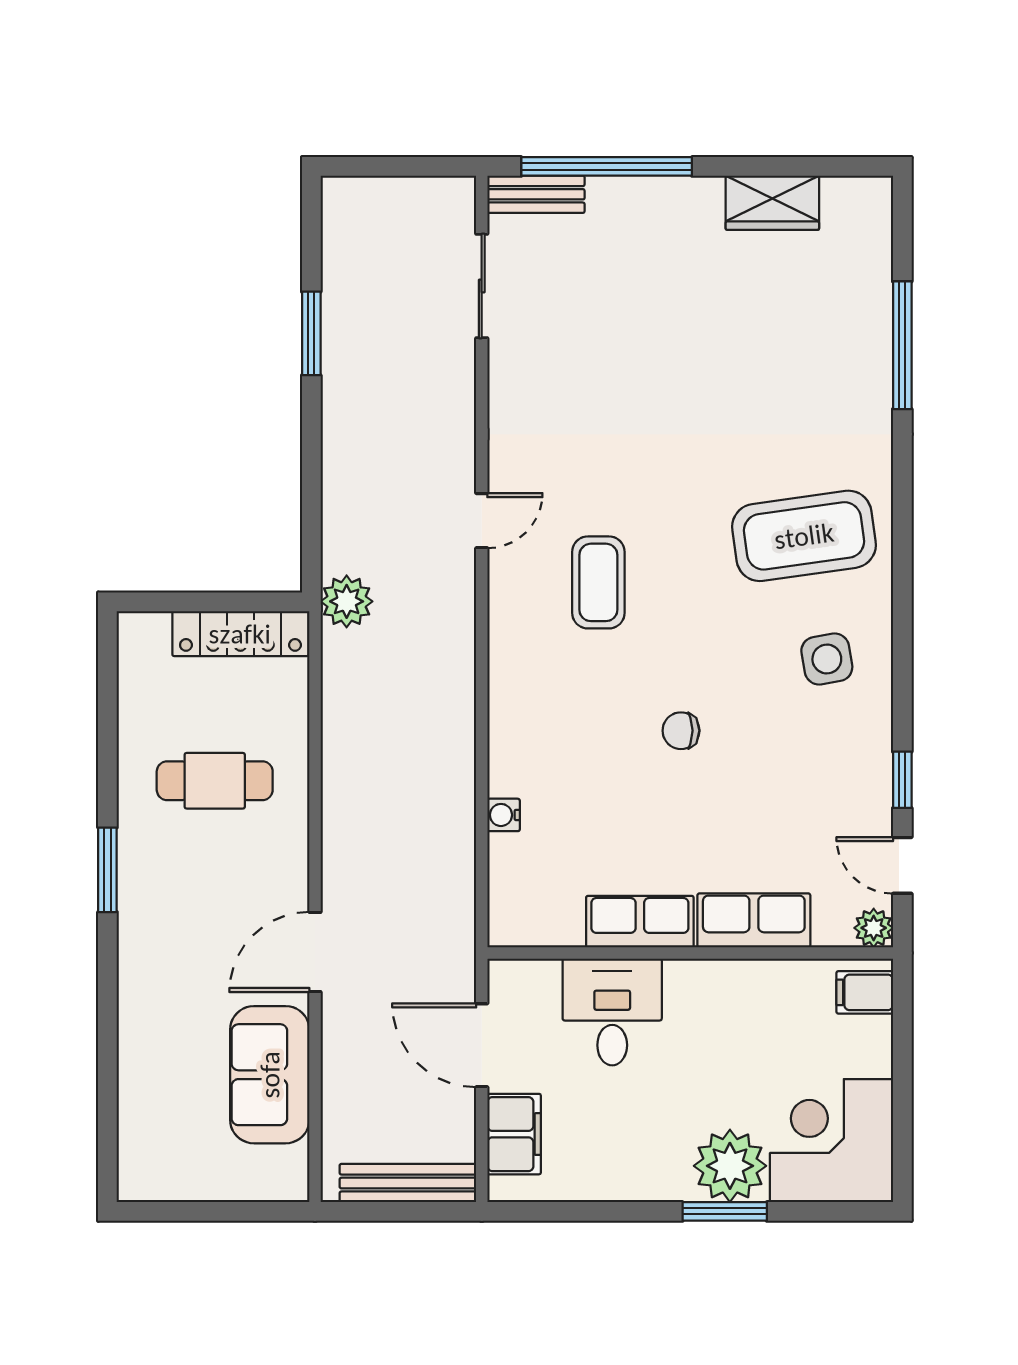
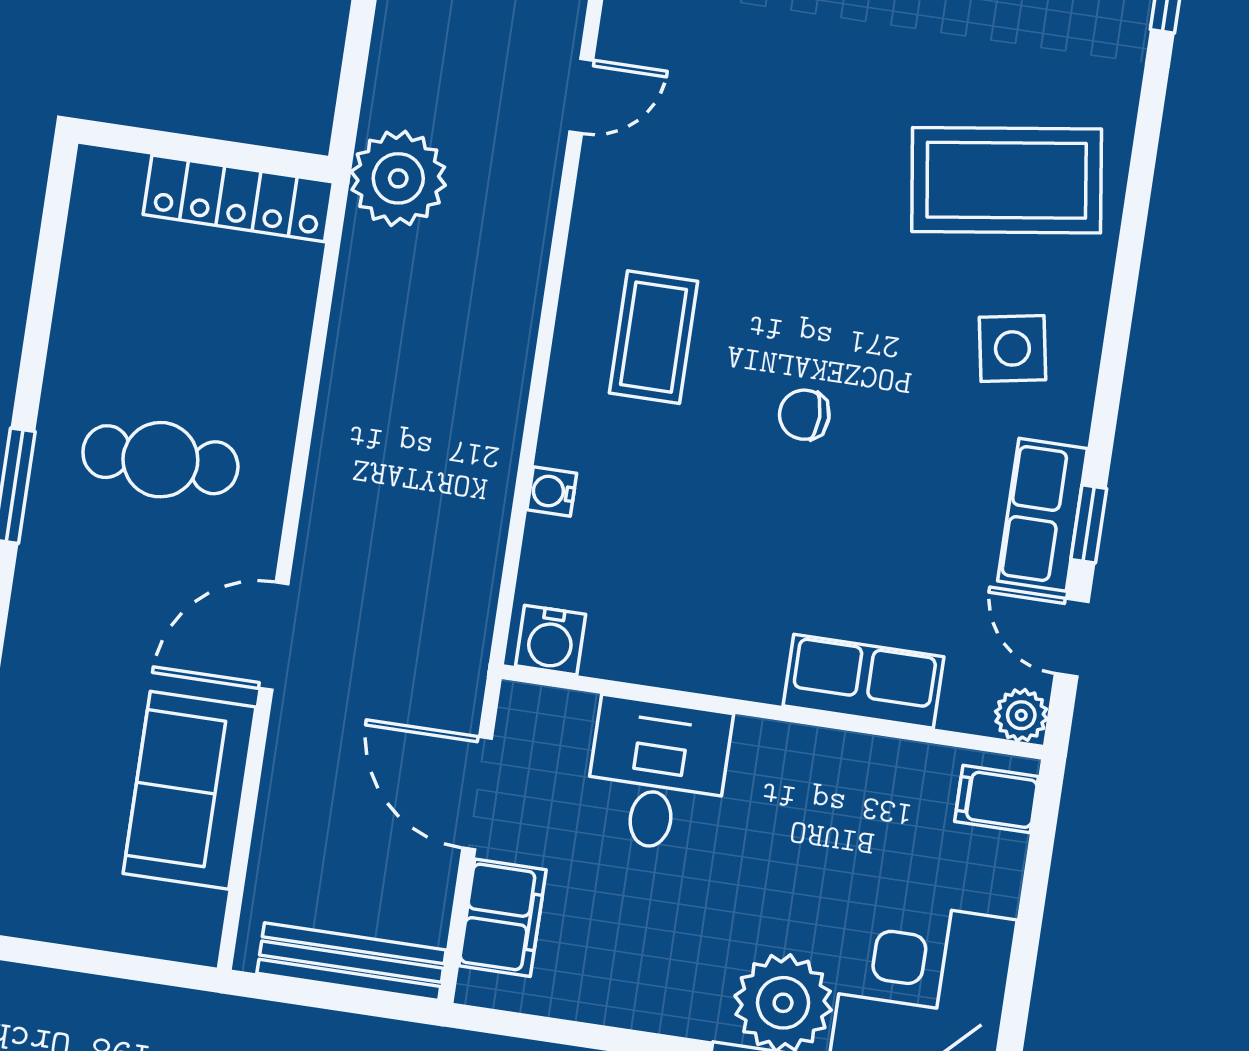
coffee table: (598, 582) -> (654, 337), moved
plant: (347, 601) -> (398, 178), width x1.36, depth x1.36
cafe table: (215, 781) -> (160, 460), moved
row of seats: (640, 922) -> (1043, 515), moved, turned -90
water cooler: (519, 924) -> (551, 640), added

